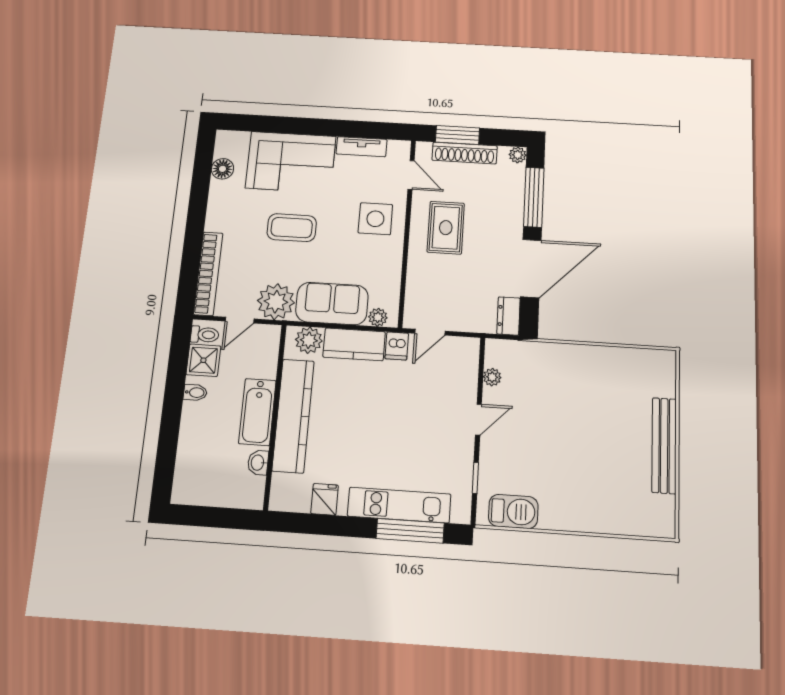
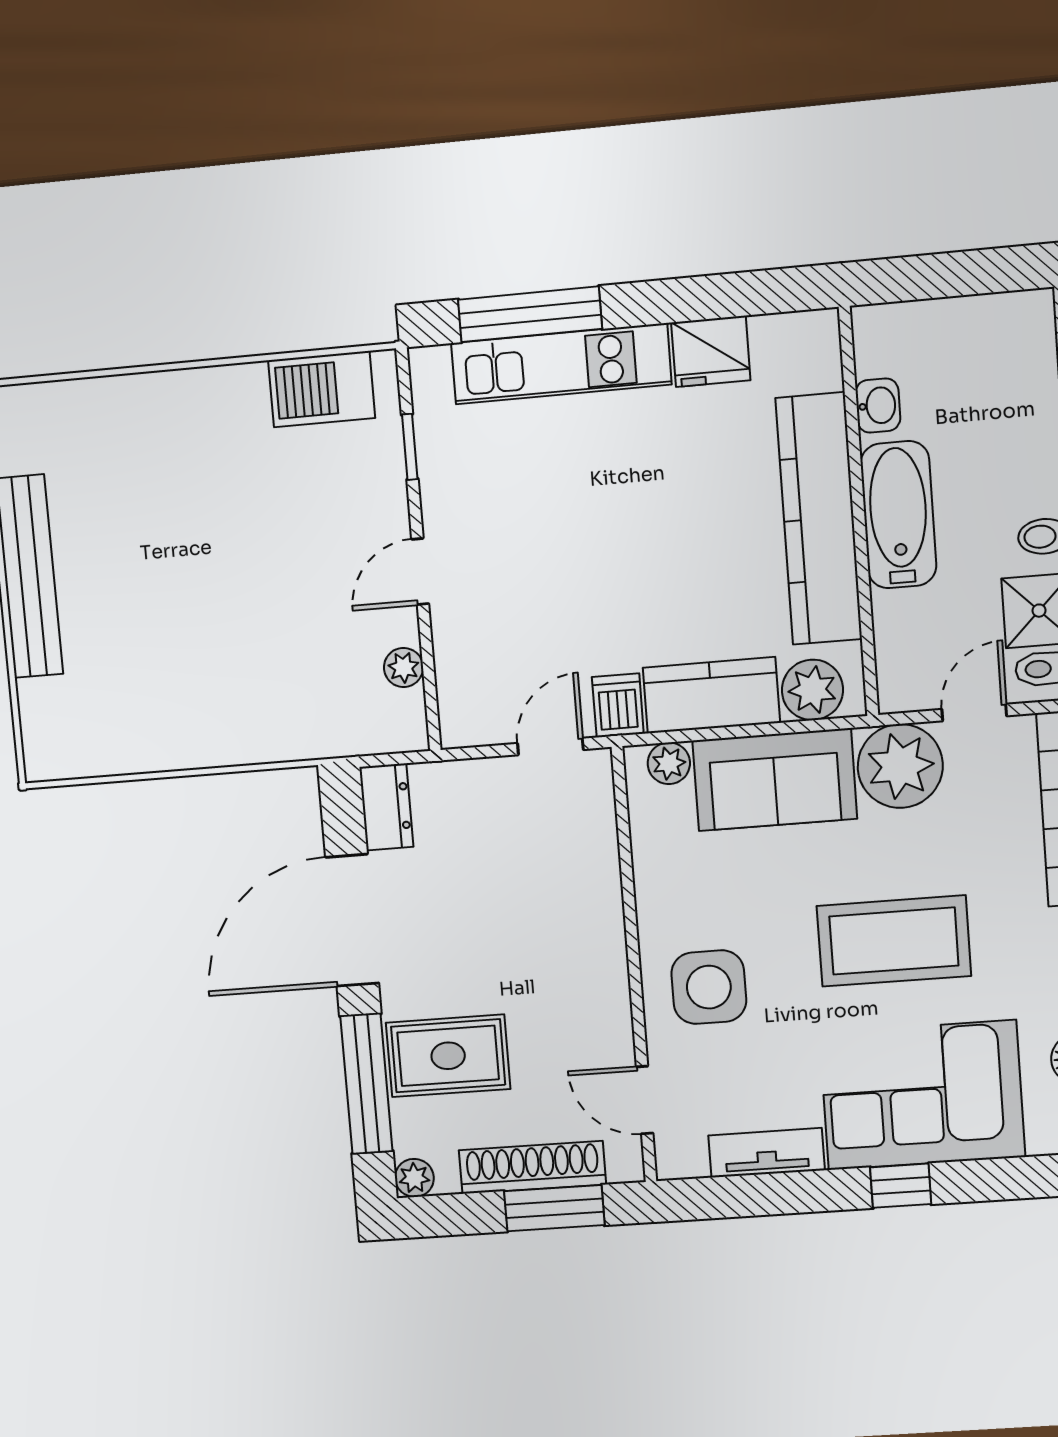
window: (306, 126) -> (901, 1186), added
coffee table: (292, 228) -> (894, 941), width x1.36, depth x1.32
rug: (446, 228) -> (448, 1056), moved, turned 90
fridge: (325, 499) -> (711, 351), width x1.38

